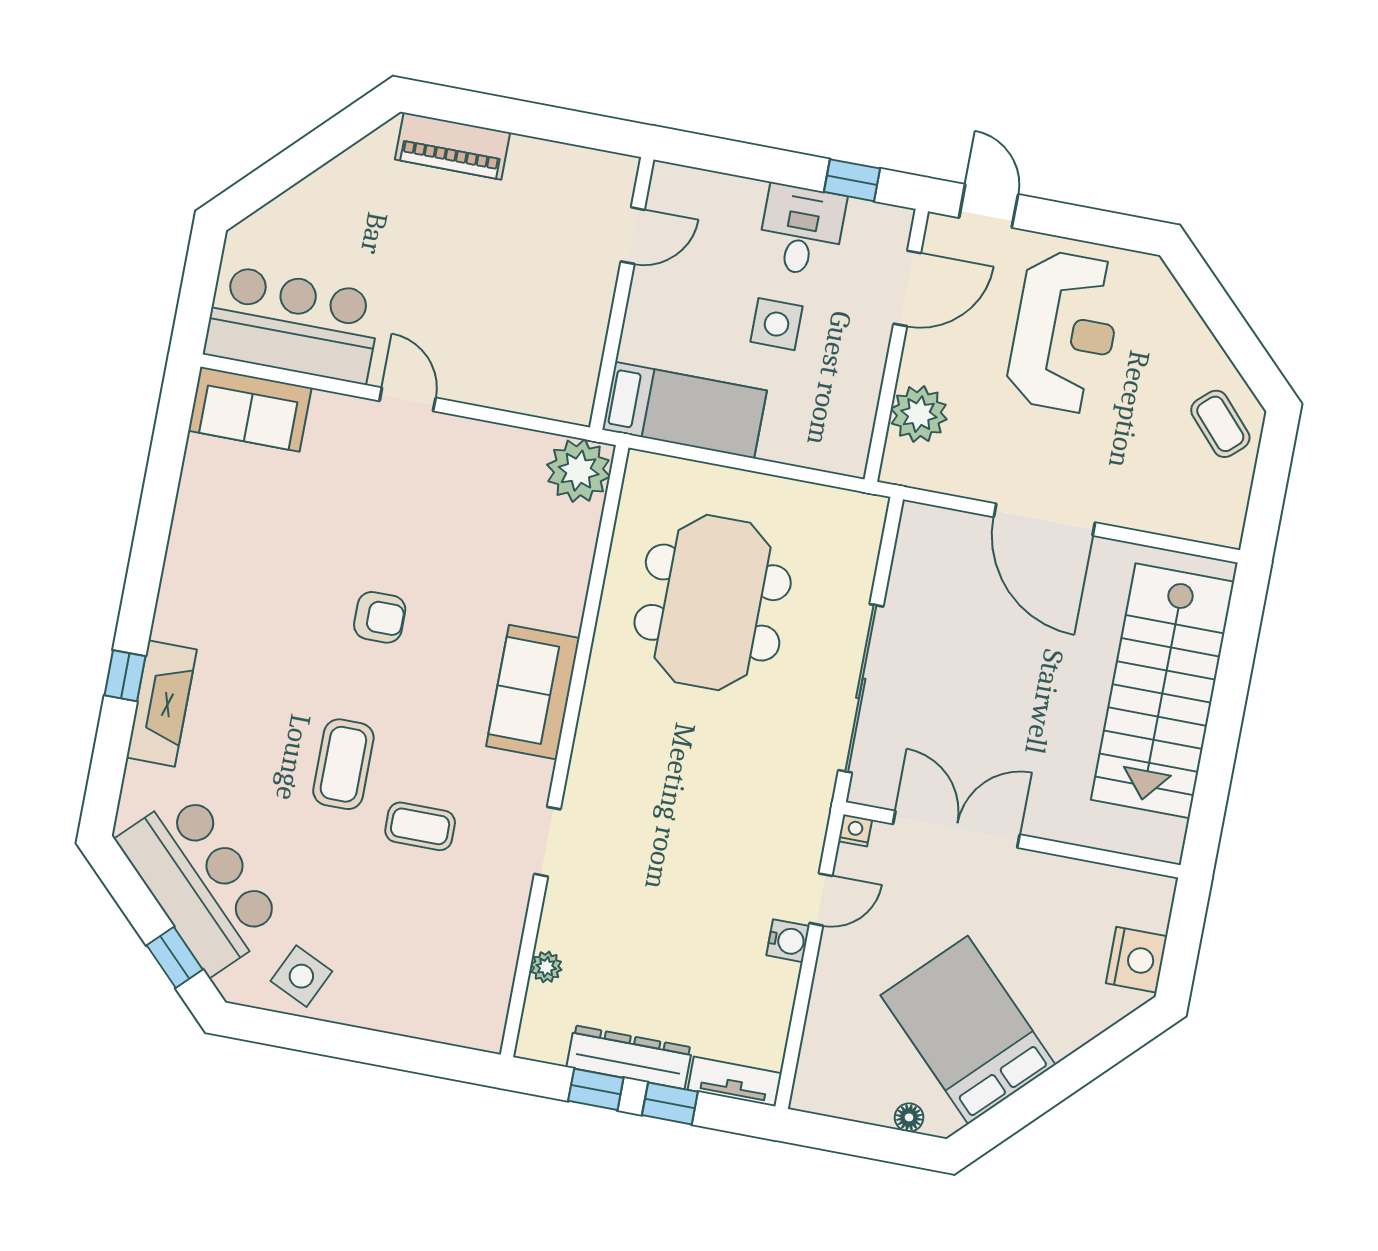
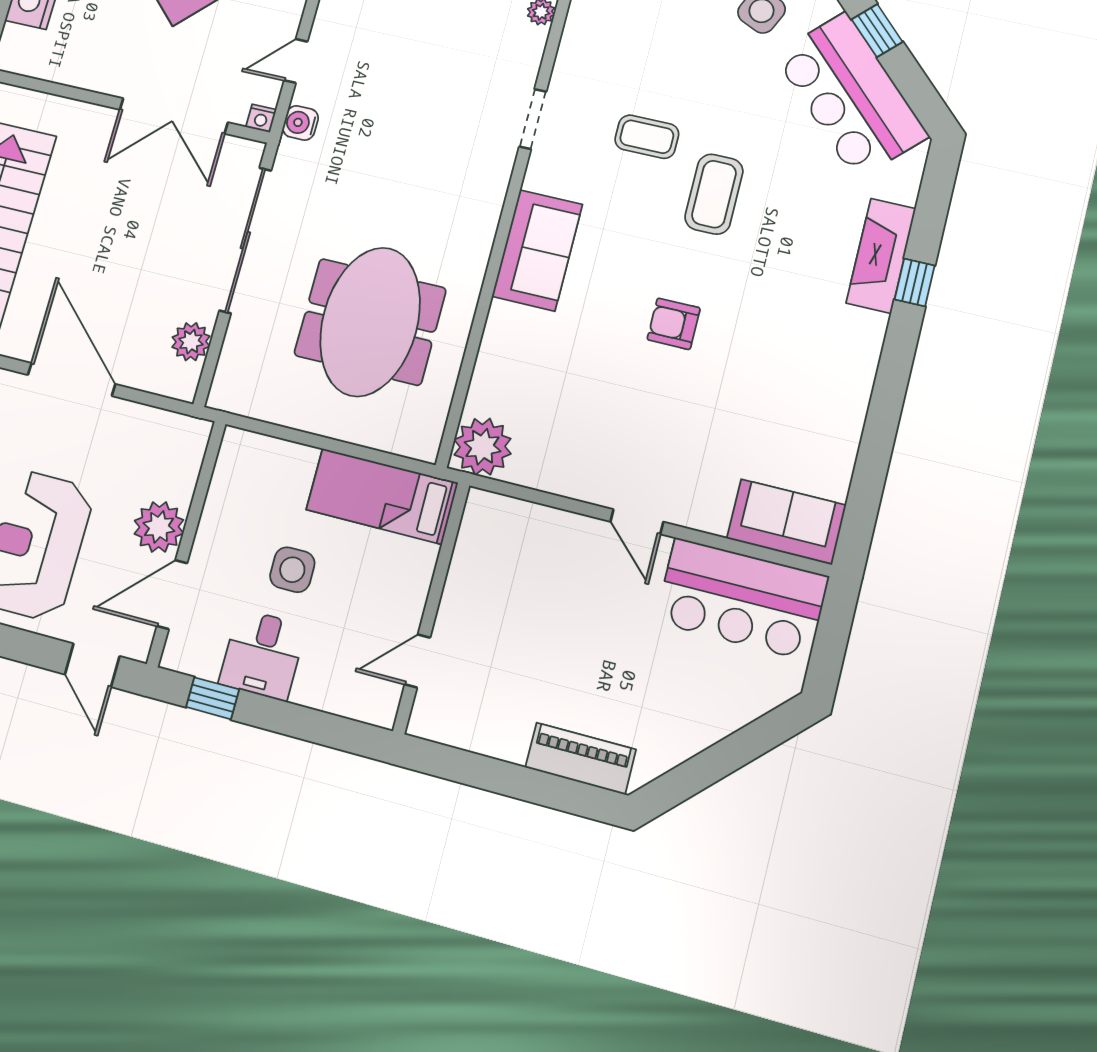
plant: (919, 414) -> (159, 527), moved
plant: (912, 570) -> (191, 342), added
water cooler: (788, 941) -> (300, 123), moved

